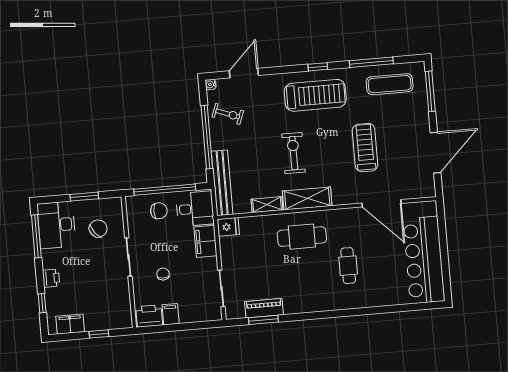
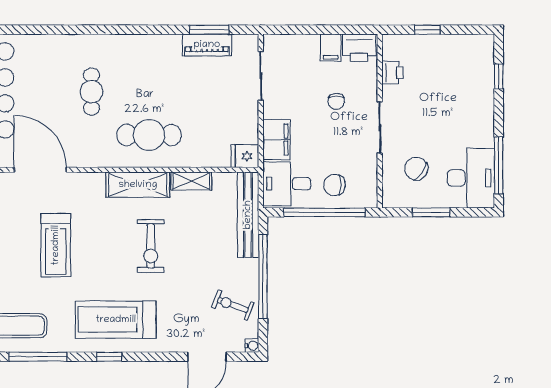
chair: (98, 228) -> (416, 169), turned 71
printer: (51, 278) -> (392, 73), moved, turned 180
filing cabinet: (70, 324) -> (464, 46), removed

